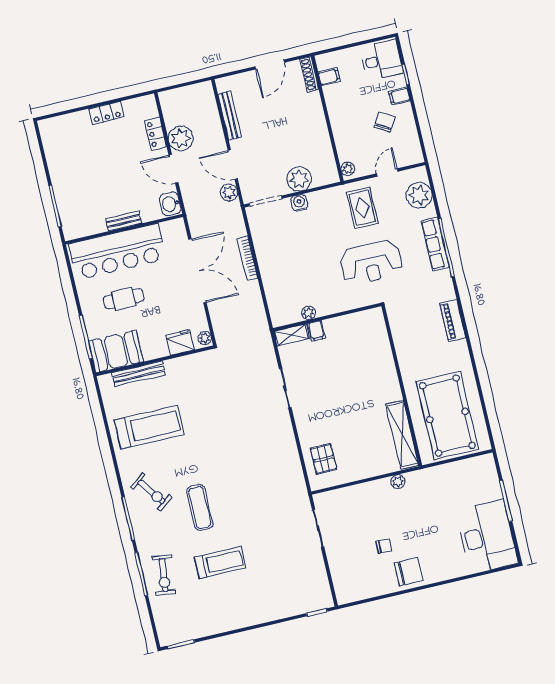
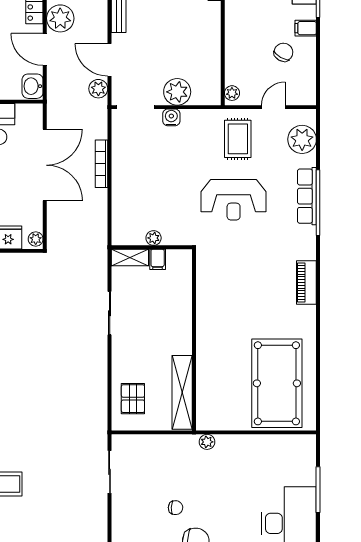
wall: (402, 386) -> (194, 340), moved
shelving: (402, 435) -> (182, 392), moved

